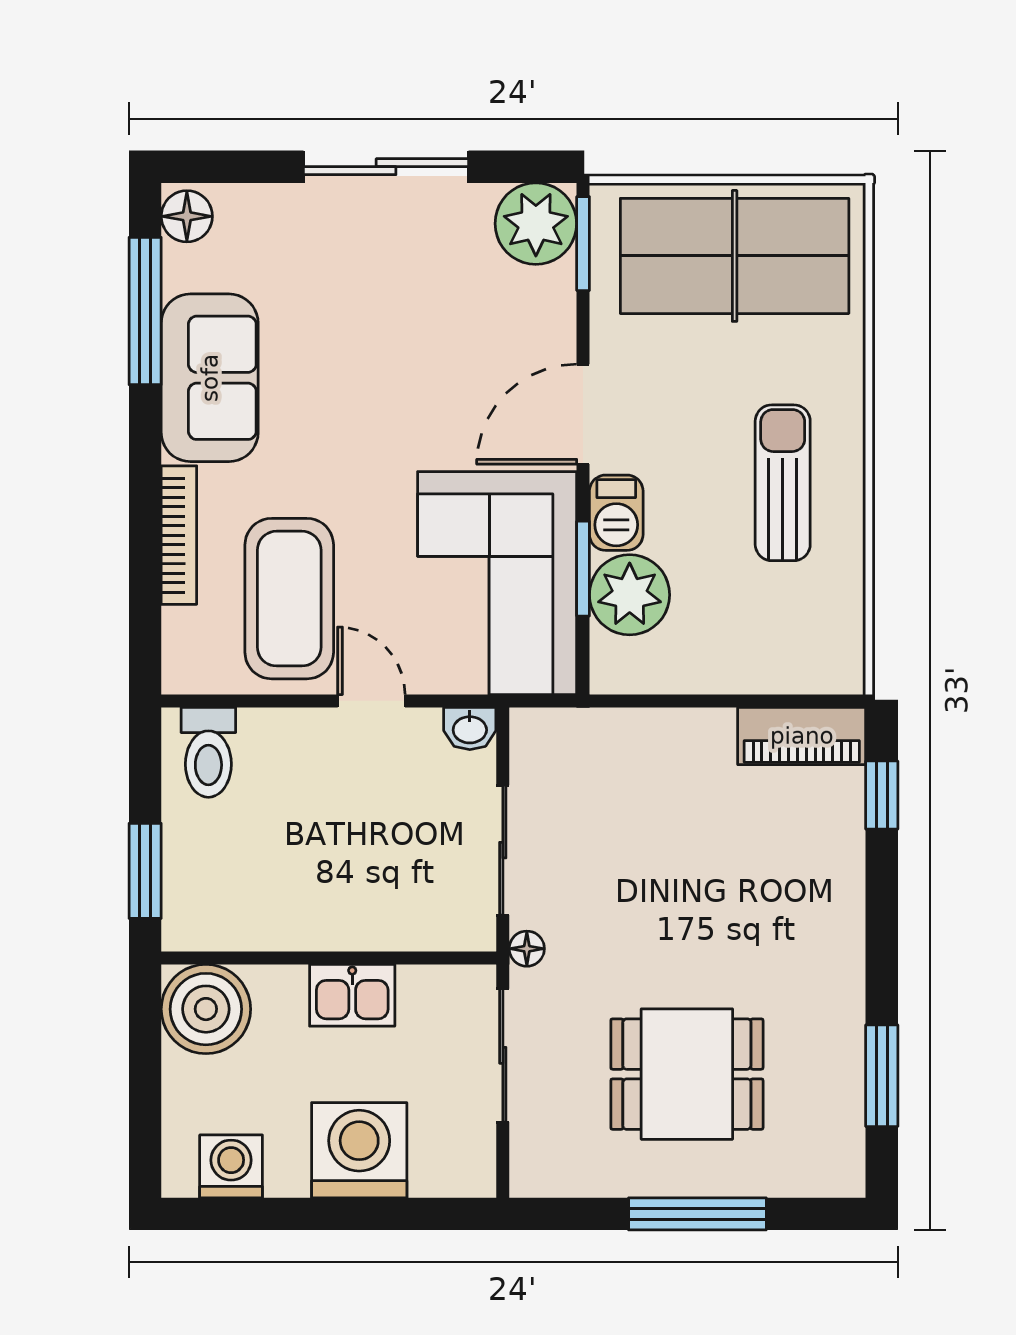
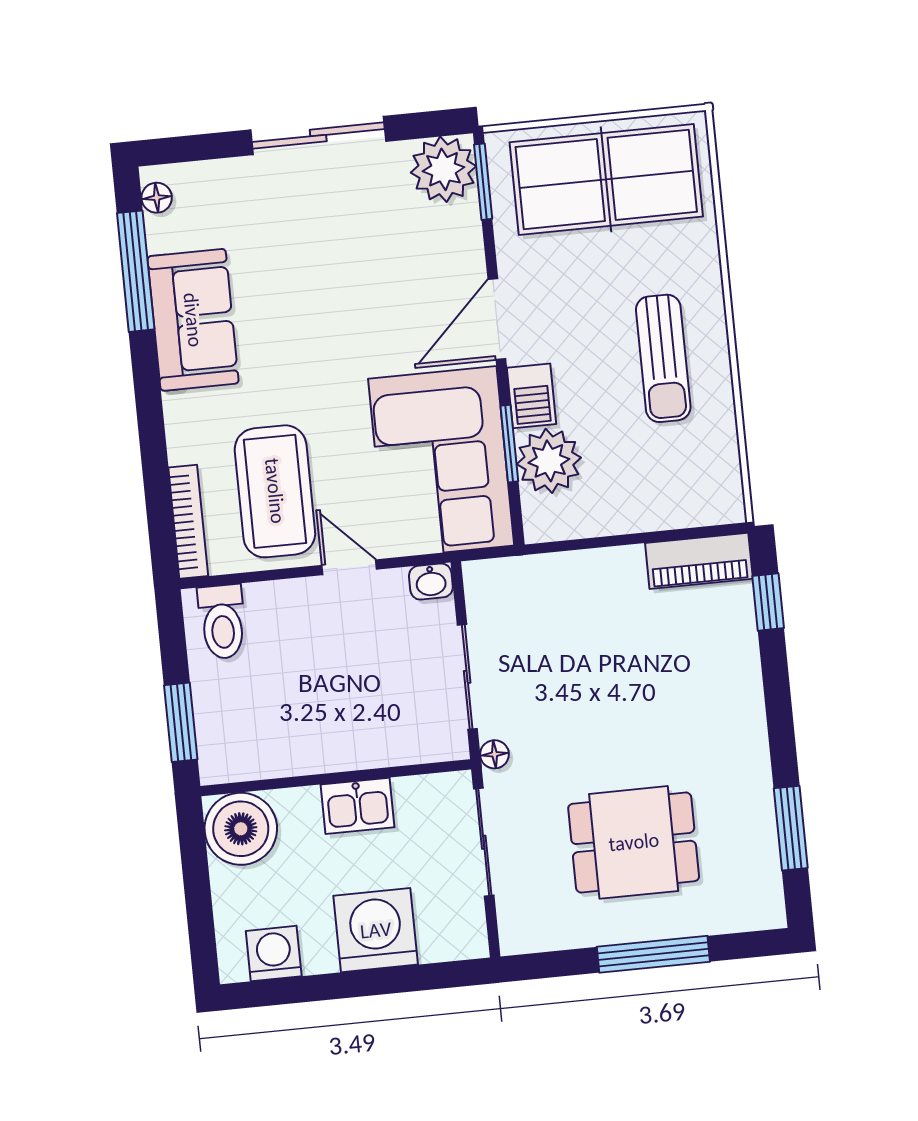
floor lamp: (187, 216) -> (157, 198), width x0.73, depth x0.73
sun lounger: (783, 483) -> (663, 358), turned 180
bookcase: (179, 535) -> (188, 522), moved

